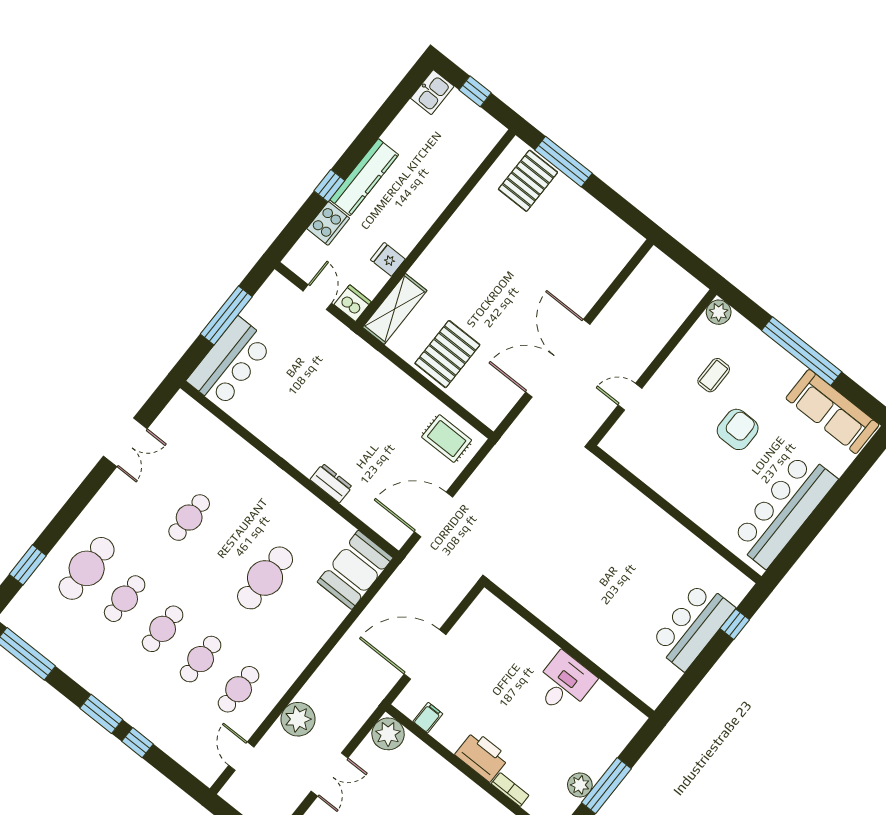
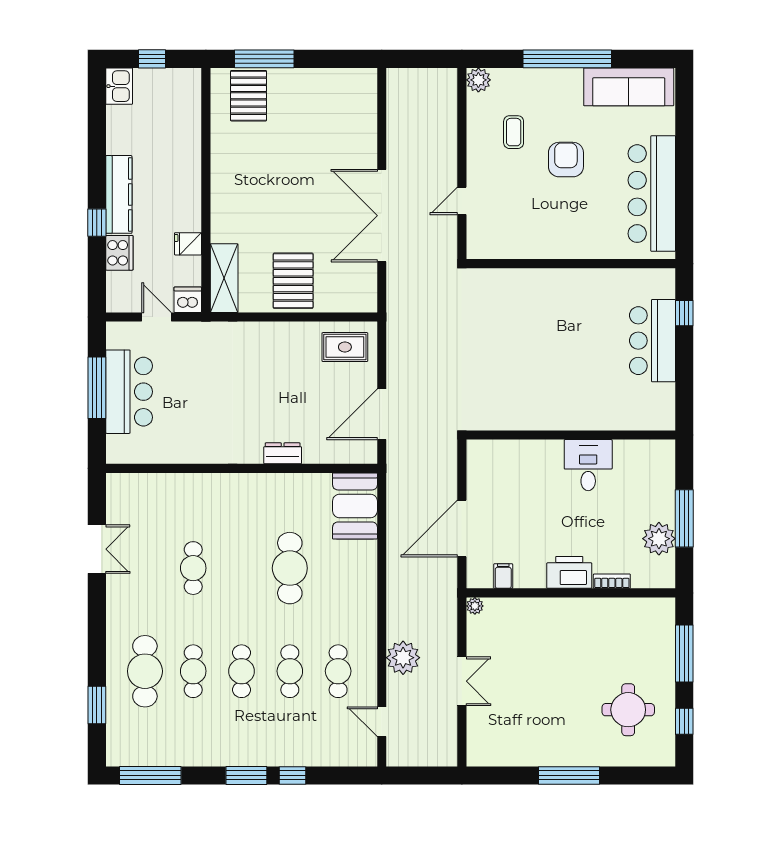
bar counter: (230, 363) -> (129, 392), moved
plant: (388, 734) -> (475, 606), width x0.53, depth x0.53
plant: (580, 785) -> (659, 539), width x1.36, depth x1.36

